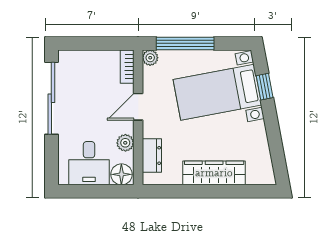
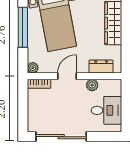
window: (185, 43) -> (23, 27), moved
door: (138, 107) -> (67, 76), swing flipped
floor lamp: (121, 174) -> (114, 88), removed

